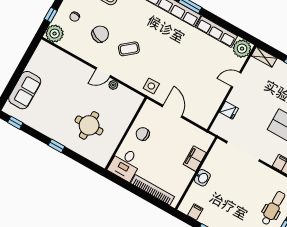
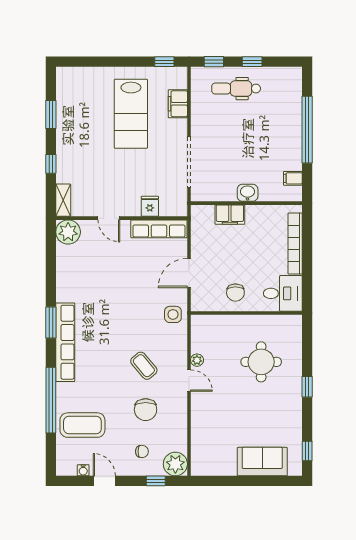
row of seats: (217, 32) -> (159, 229), moved, turned 90
chair: (100, 34) -> (146, 410), turned -113

